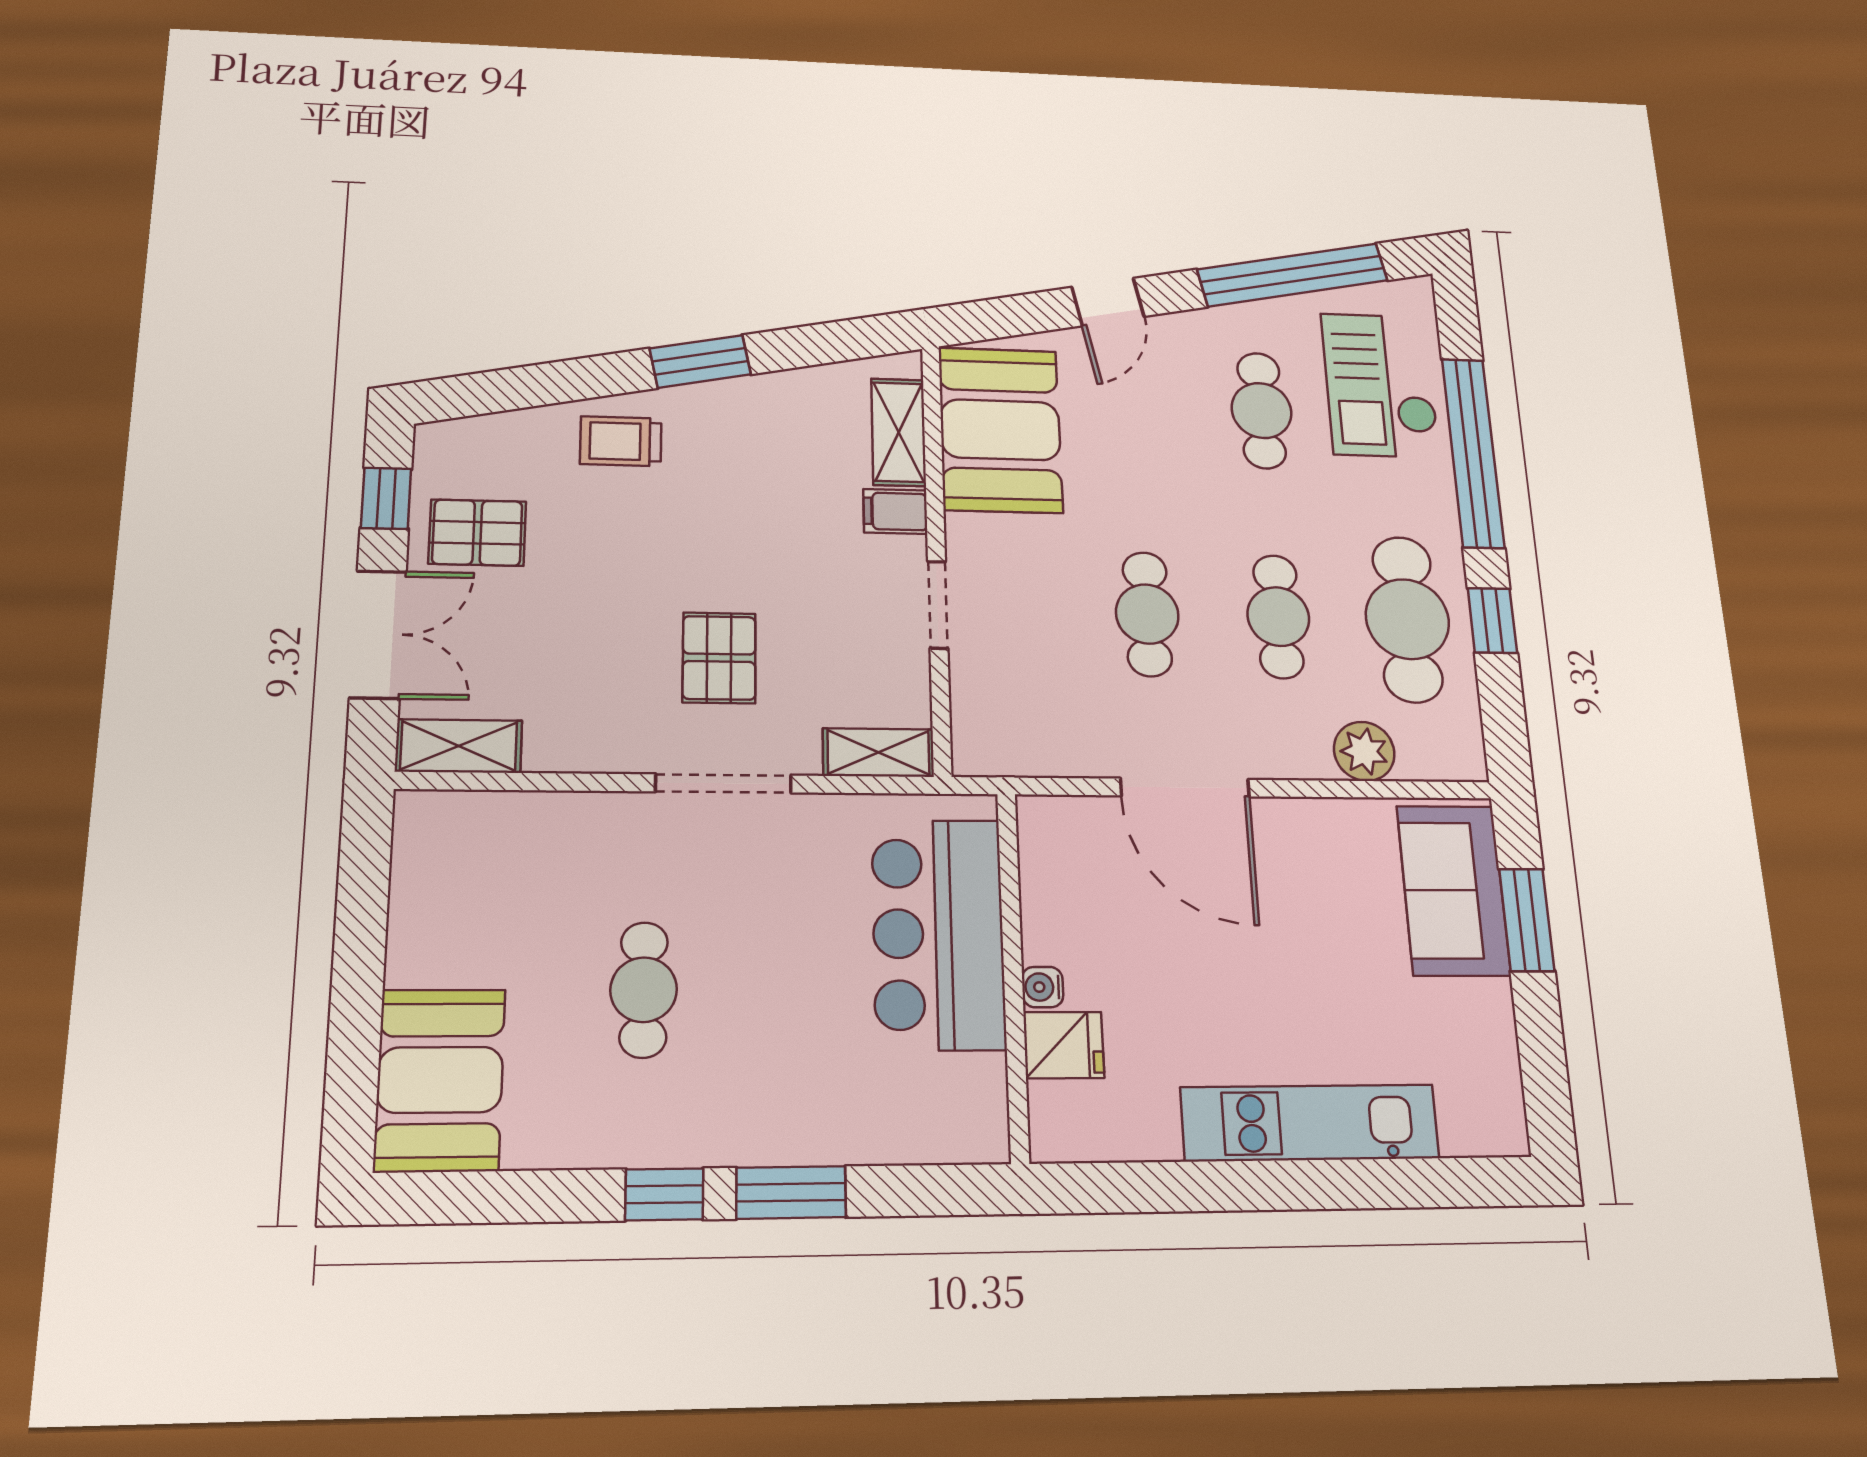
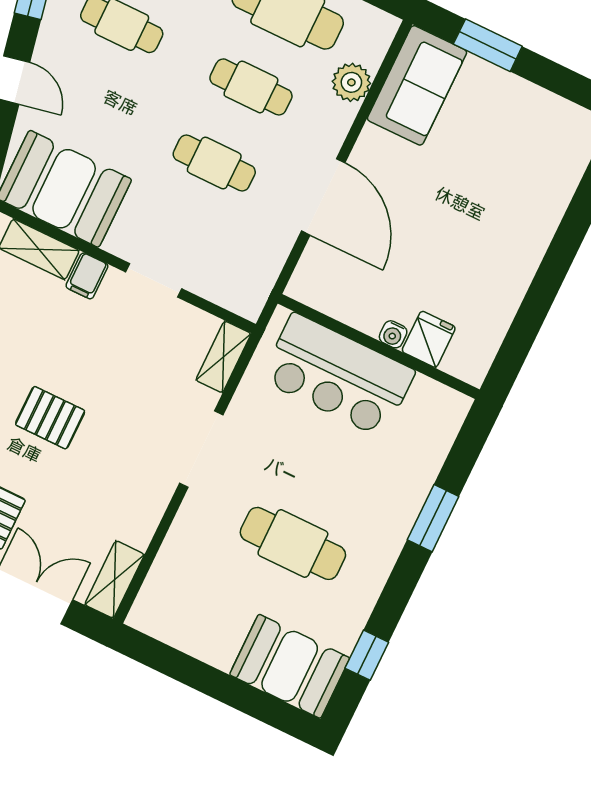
pallet: (719, 658) -> (50, 418), moved
door: (1185, 788) -> (323, 197), hinge flipped
sofa: (1453, 890) -> (417, 85), moved, turned -90
cafe table: (644, 990) -> (293, 543), width x1.37, depth x1.35
kitchen unit: (1310, 1123) -> (533, 230), removed
window: (664, 1194) -> (367, 655), moved

